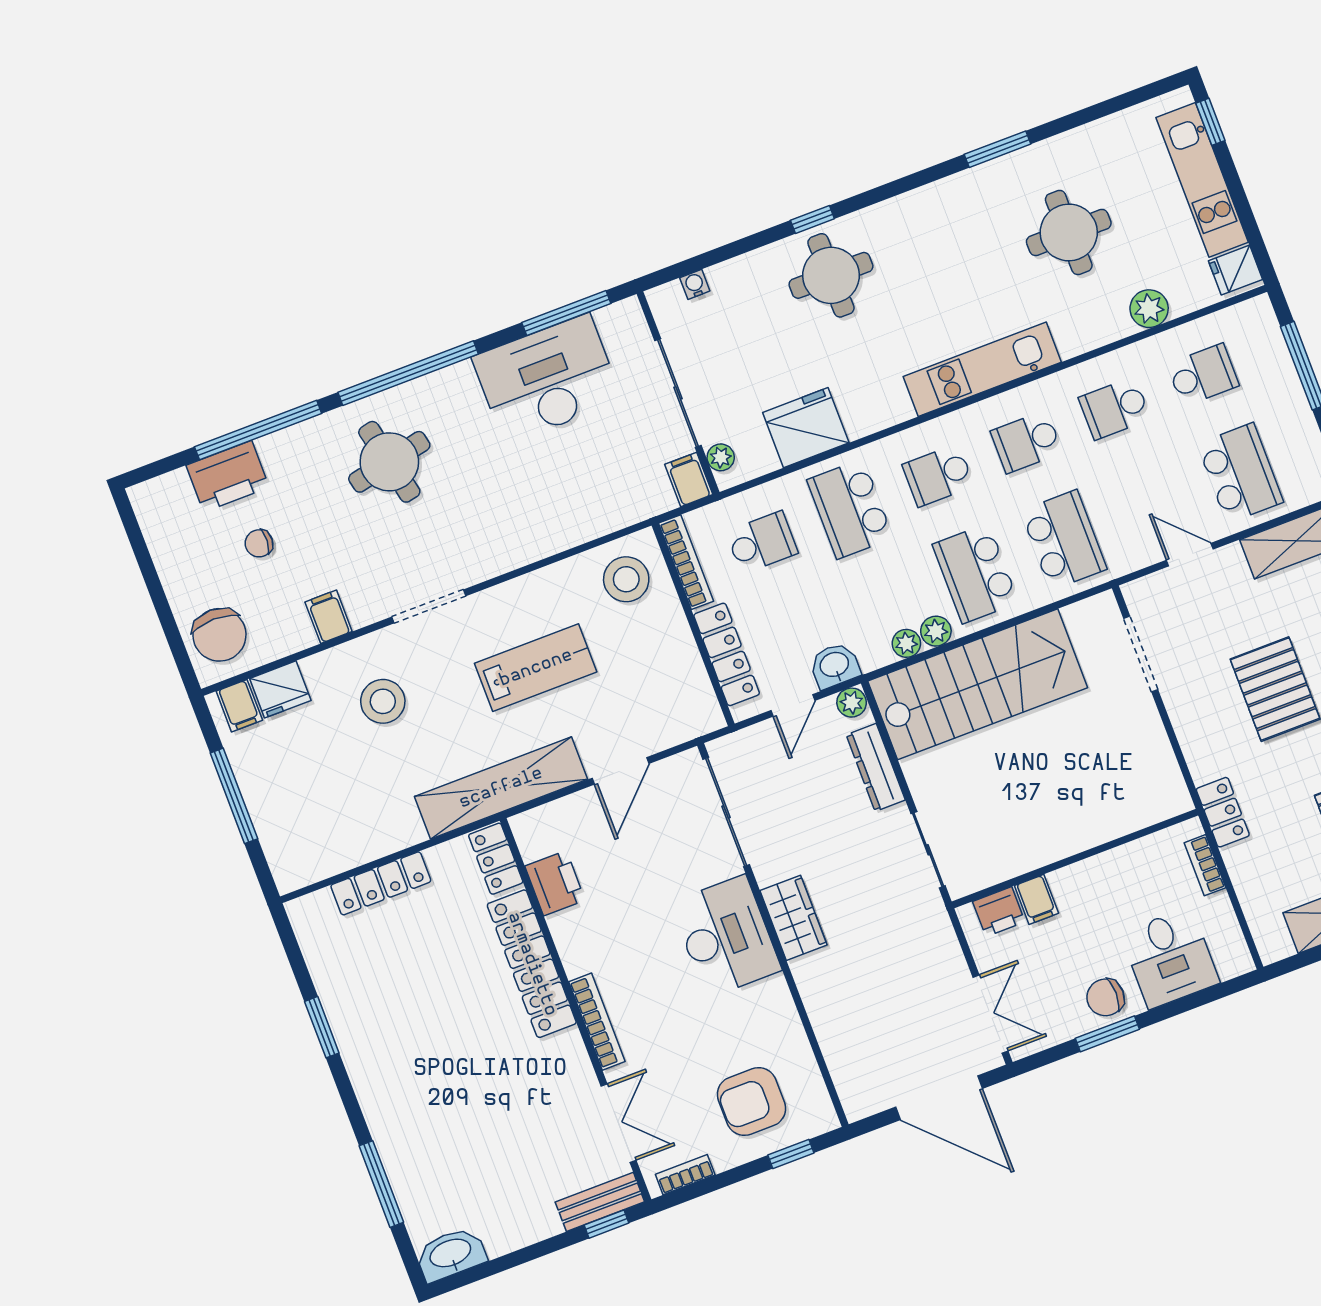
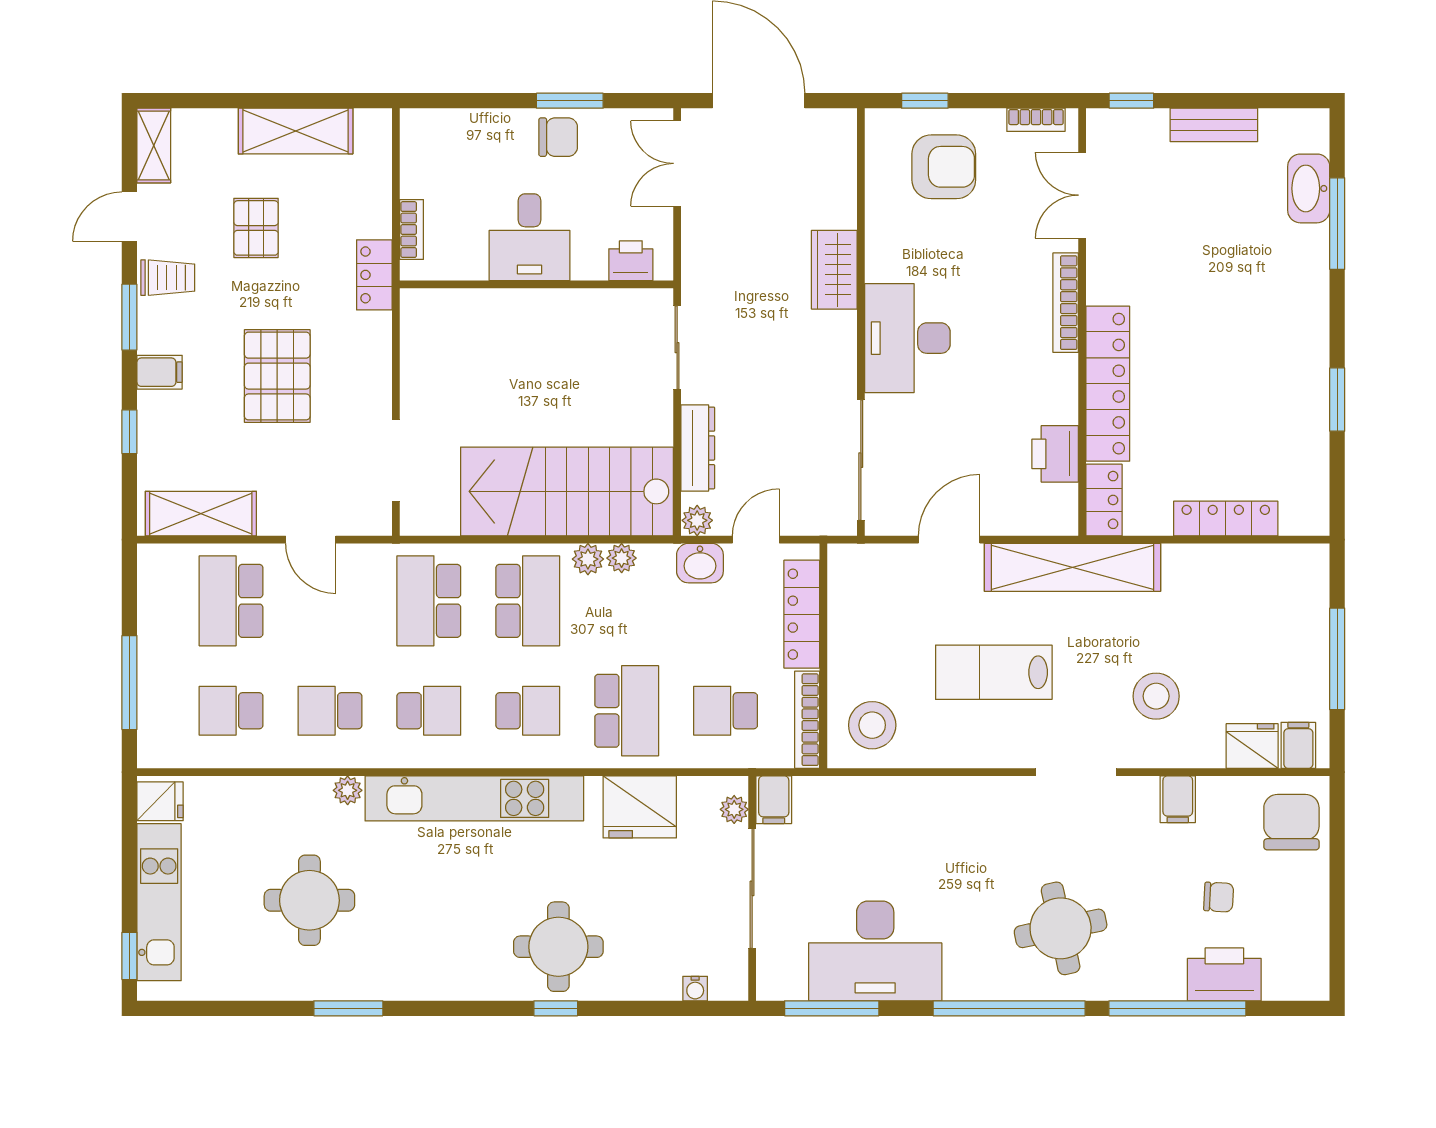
plant: (1149, 309) -> (348, 790), moved, width x0.73, depth x0.73
kitchen unit: (982, 369) -> (474, 798), width x1.36
school desk: (1115, 408) -> (330, 711), turned 180
filing cabinet: (1036, 899) -> (589, 259), removed
wardrobe: (793, 918) -> (834, 270), moved
desk: (1170, 958) -> (530, 237), moved, turned 180
bench: (600, 1202) -> (1214, 125), moved
washbasin: (451, 1254) -> (1309, 188), moved, turned 90

